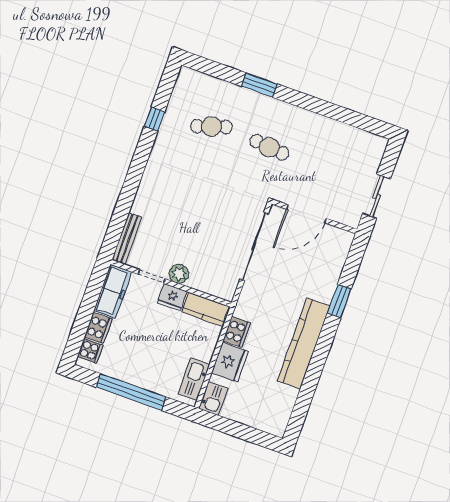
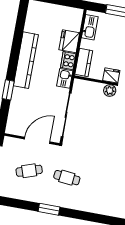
window: (259, 85) -> (49, 209), moved
cafe table: (211, 127) -> (29, 171), moved
kitchen counter: (205, 309) -> (84, 62), moved, turned 90
kitchen sink: (213, 399) -> (65, 78), moved

